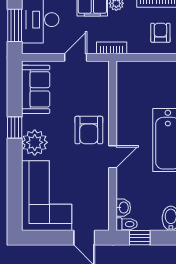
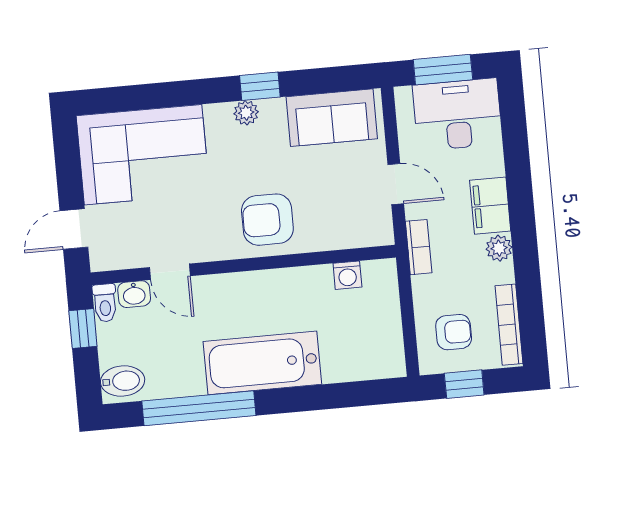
washing machine: (124, 89) -> (347, 275), added
plant: (35, 142) -> (246, 113), width x0.53, depth x0.53
door: (113, 157) -> (170, 272), moved

